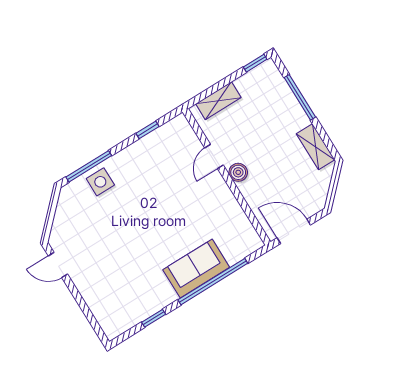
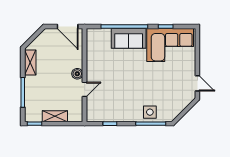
shelving: (218, 101) -> (55, 116), moved
corner sofa: (131, 296) -> (170, 45), added

